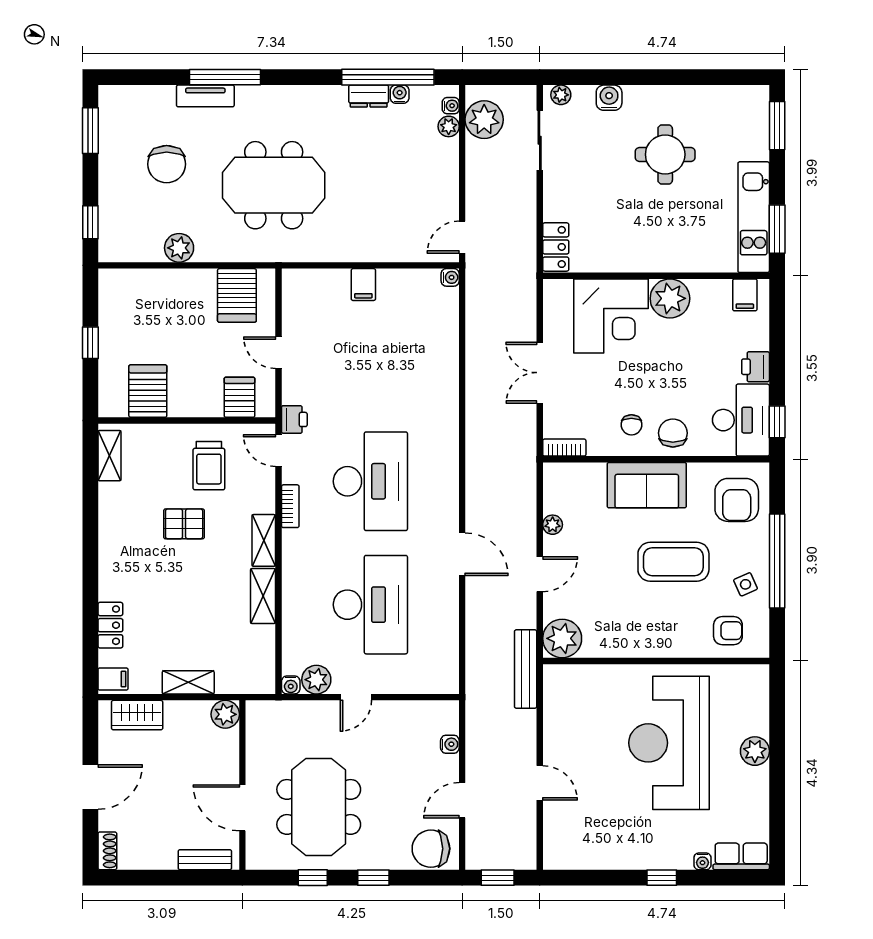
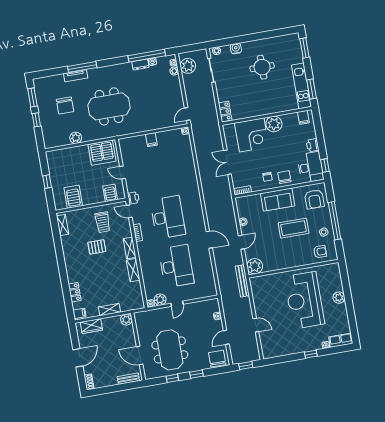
window: (90, 222) -> (36, 120), moved
server rack: (237, 295) -> (102, 153), width x1.60
chair: (431, 849) -> (217, 359), turned 90

